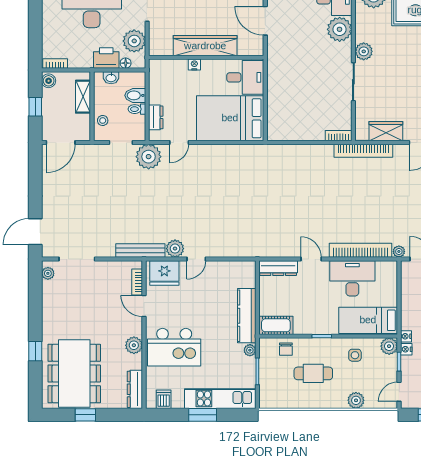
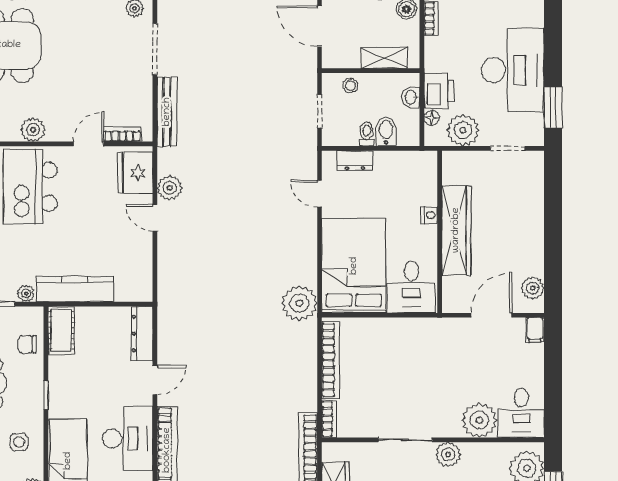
bookcase: (297, 135) -> (331, 360), added
plant: (149, 157) -> (300, 303), moved
bench: (140, 251) -> (167, 112), moved

